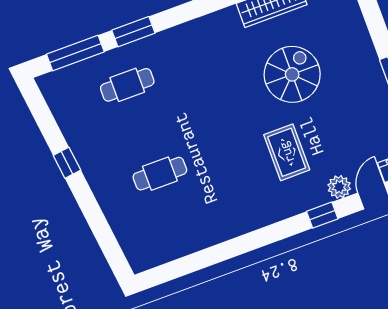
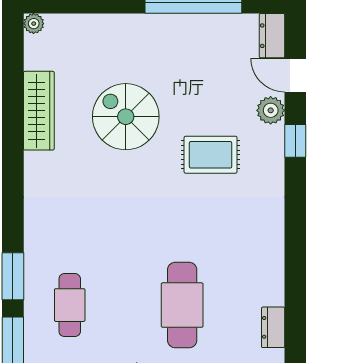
cafe table: (160, 174) -> (182, 305), width x1.37, depth x1.35
dresser: (169, 252) -> (273, 327), added

